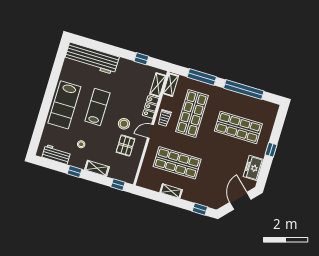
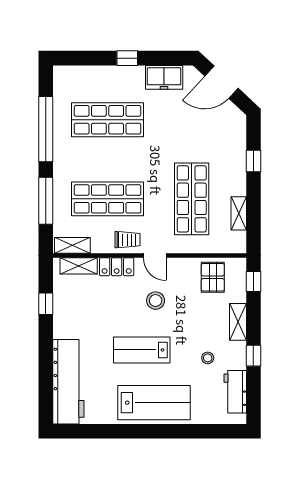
shop shelf: (238, 127) -> (108, 120), turned 90
pallet: (125, 146) -> (213, 277), moved, turned 90
shelving: (171, 191) -> (239, 213), moved
window: (200, 209) -> (253, 161), moved

